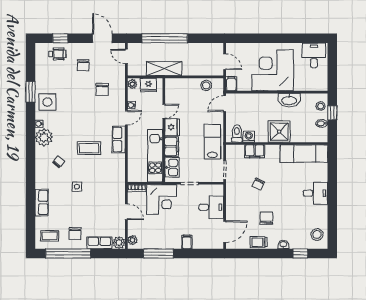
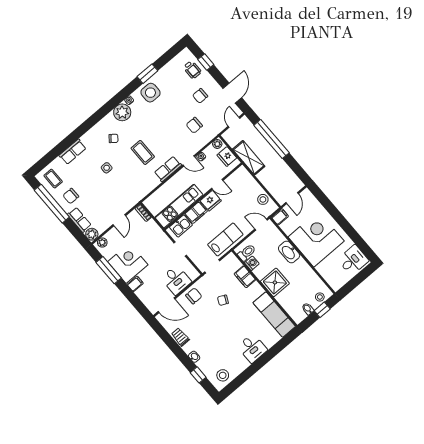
washbasin: (289, 100) -> (289, 252), moved
corner desk: (162, 199) -> (128, 263), moved, turned 180
chair: (266, 218) -> (194, 296), moved

